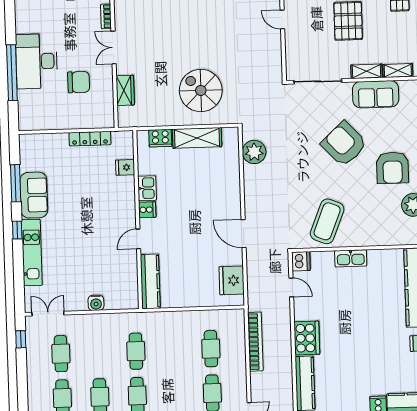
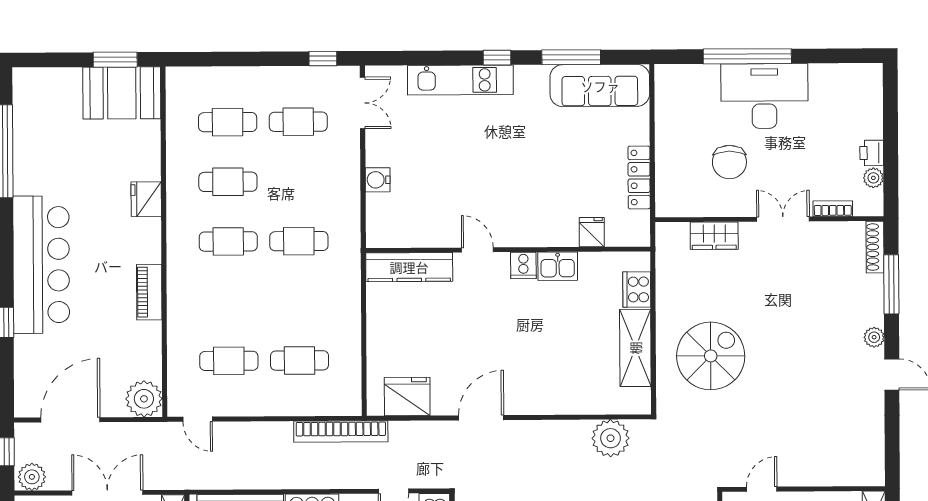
door: (282, 20) -> (762, 489), moved
sofa: (34, 195) -> (600, 86), moved, width x1.36
bookcase: (255, 342) -> (341, 432), moved

